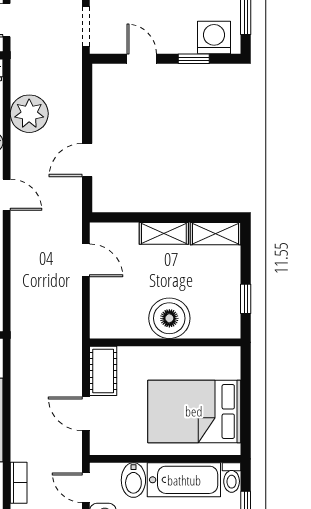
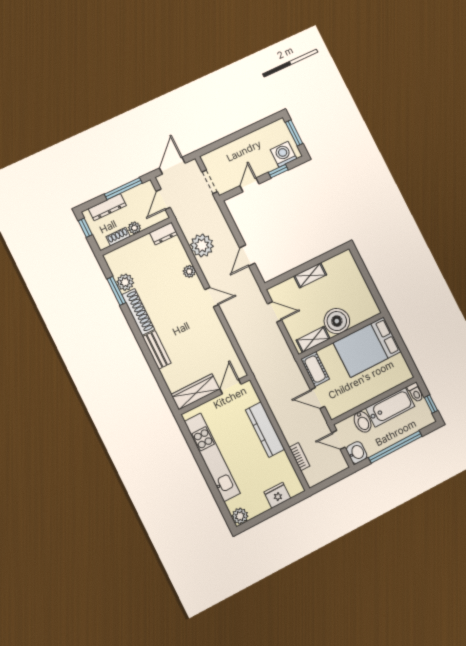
door: (142, 59) -> (250, 185), hinge flipped
shelving: (216, 234) -> (313, 339), moved
window: (246, 299) -> (373, 289), removed
bed: (194, 411) -> (367, 347), moved

